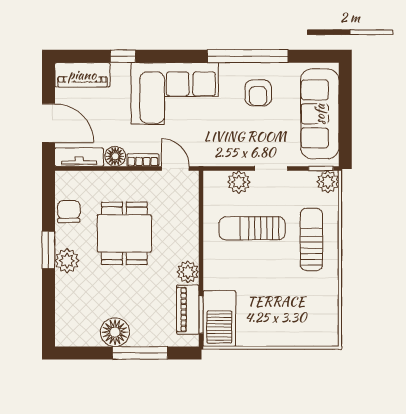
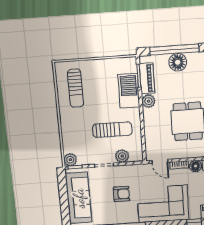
armchair: (258, 93) -> (121, 194), moved, turned 90
sun lounger: (311, 239) -> (76, 88), moved
barbecue: (219, 319) -> (129, 91), moved
floor lamp: (115, 332) -> (178, 62), moved
window: (140, 353) -> (174, 50), width x1.46

